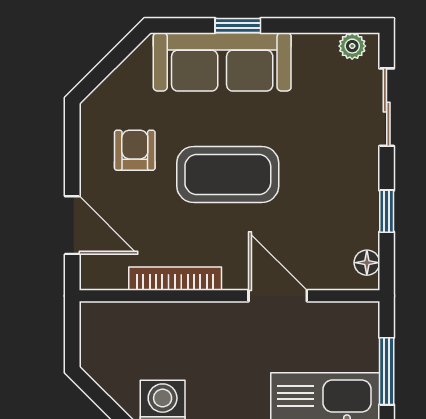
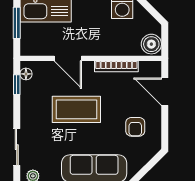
coffee table: (228, 175) -> (76, 109), moved
window: (387, 211) -> (17, 85), moved
boiler: (101, 326) -> (151, 44), added

